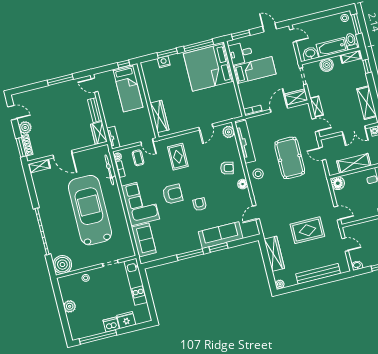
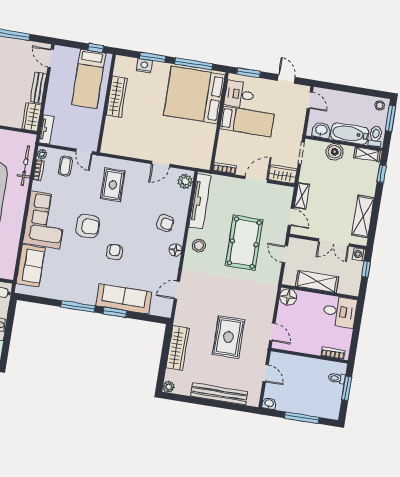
wardrobe: (160, 116) -> (117, 97), moved
rug: (307, 230) -> (229, 337), turned 90

